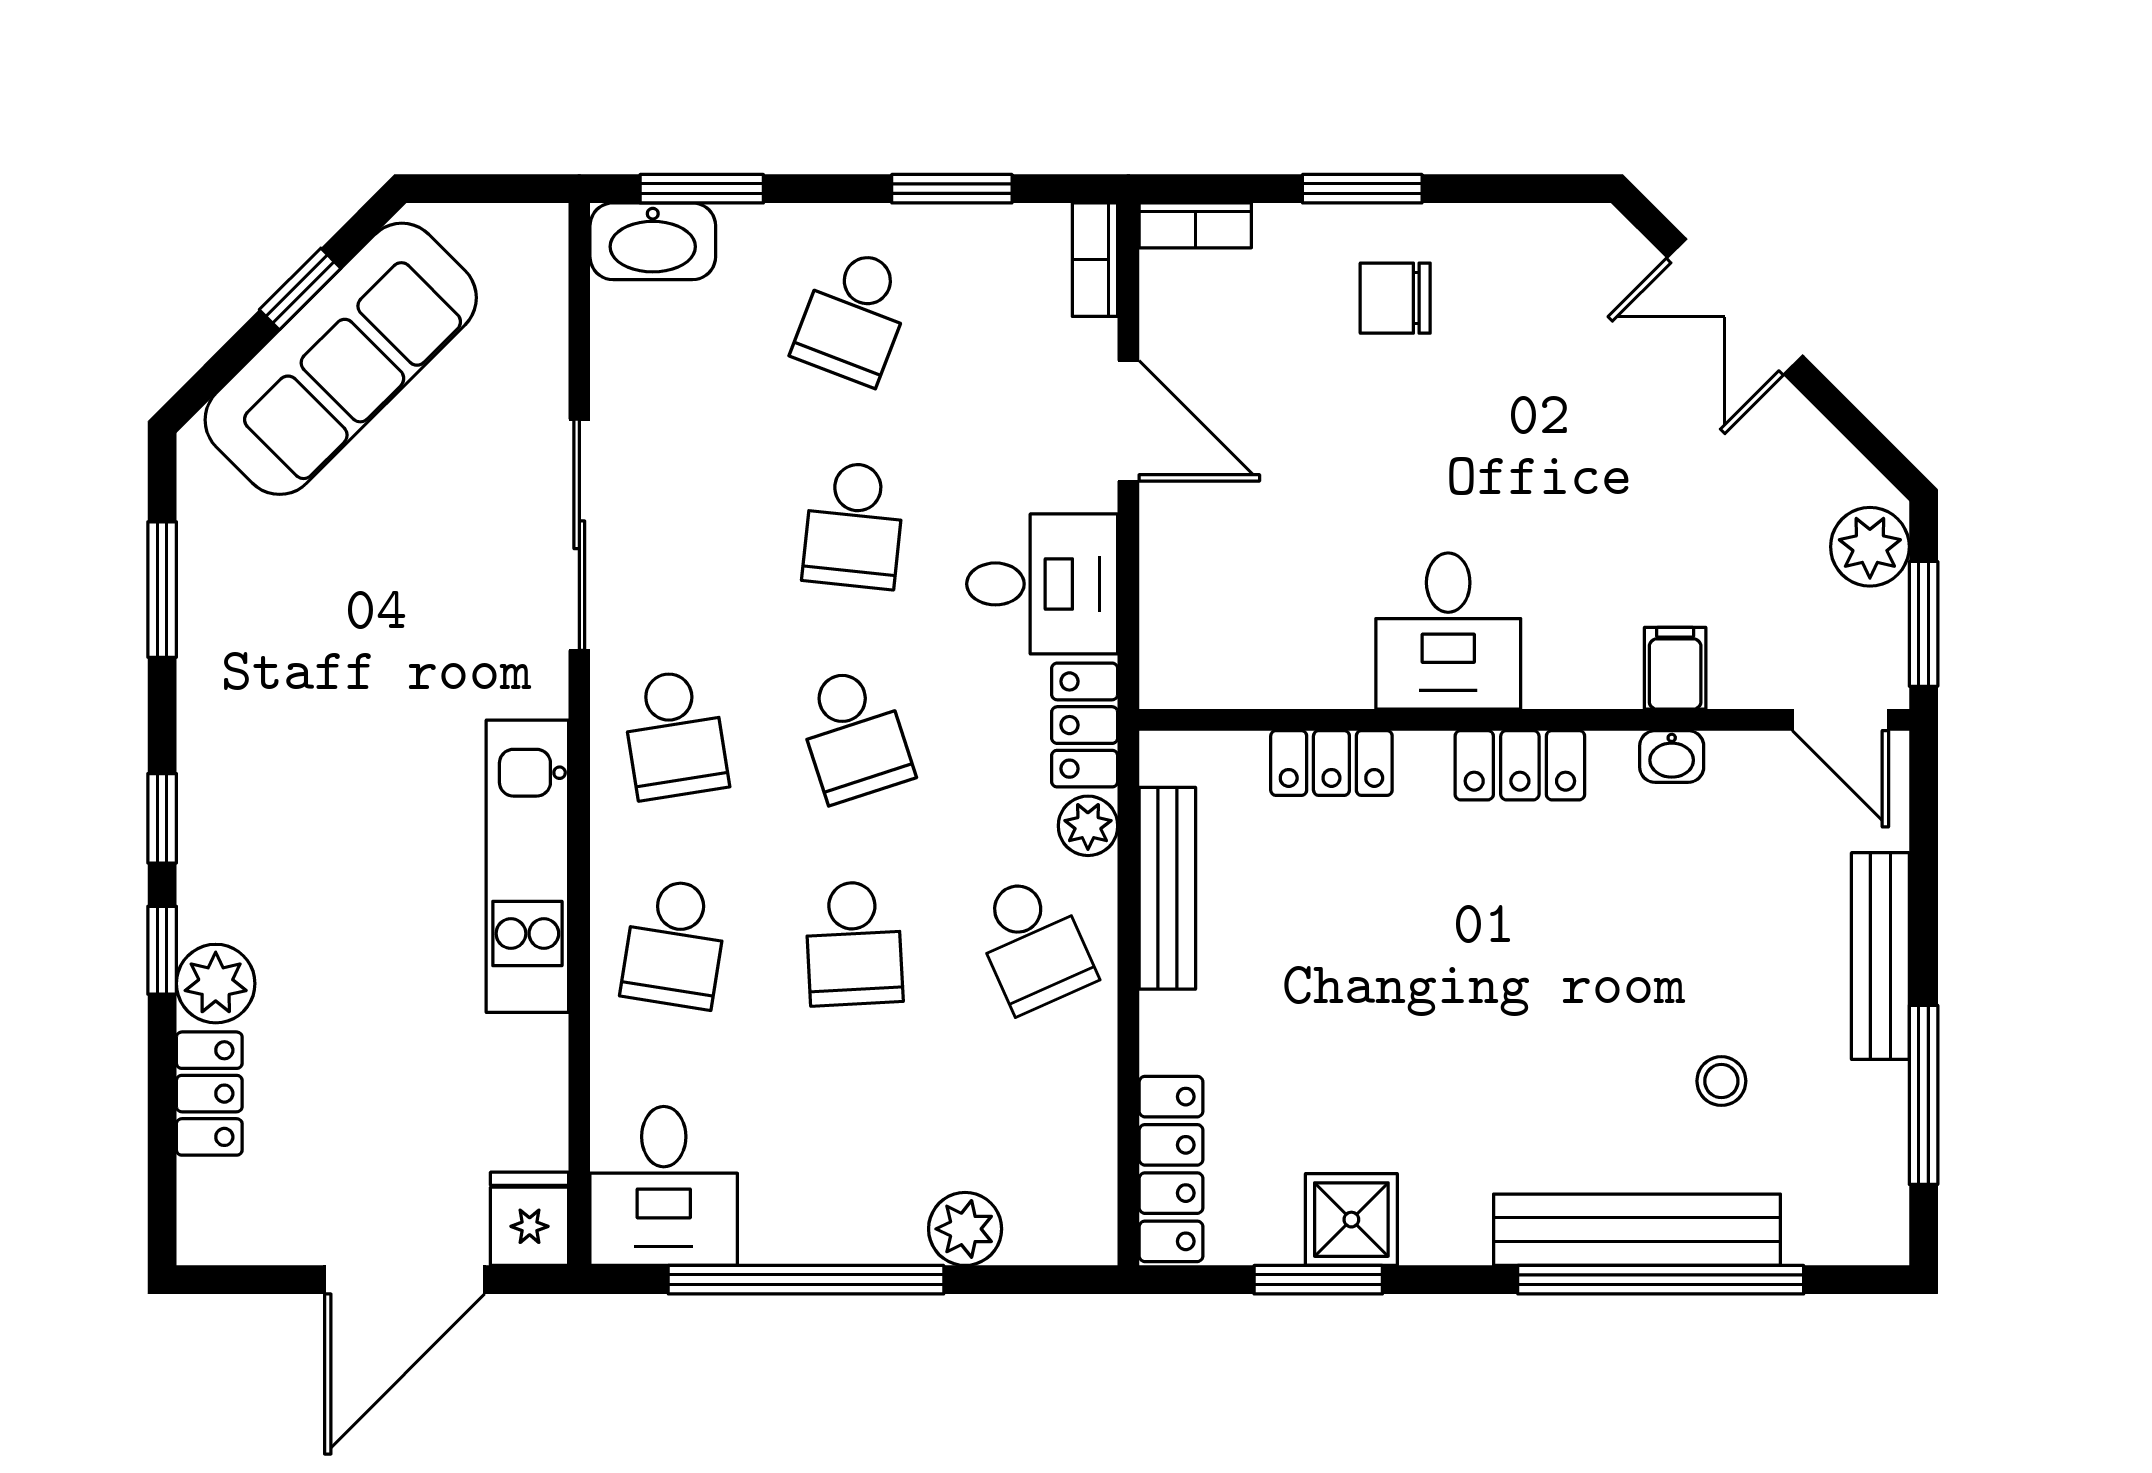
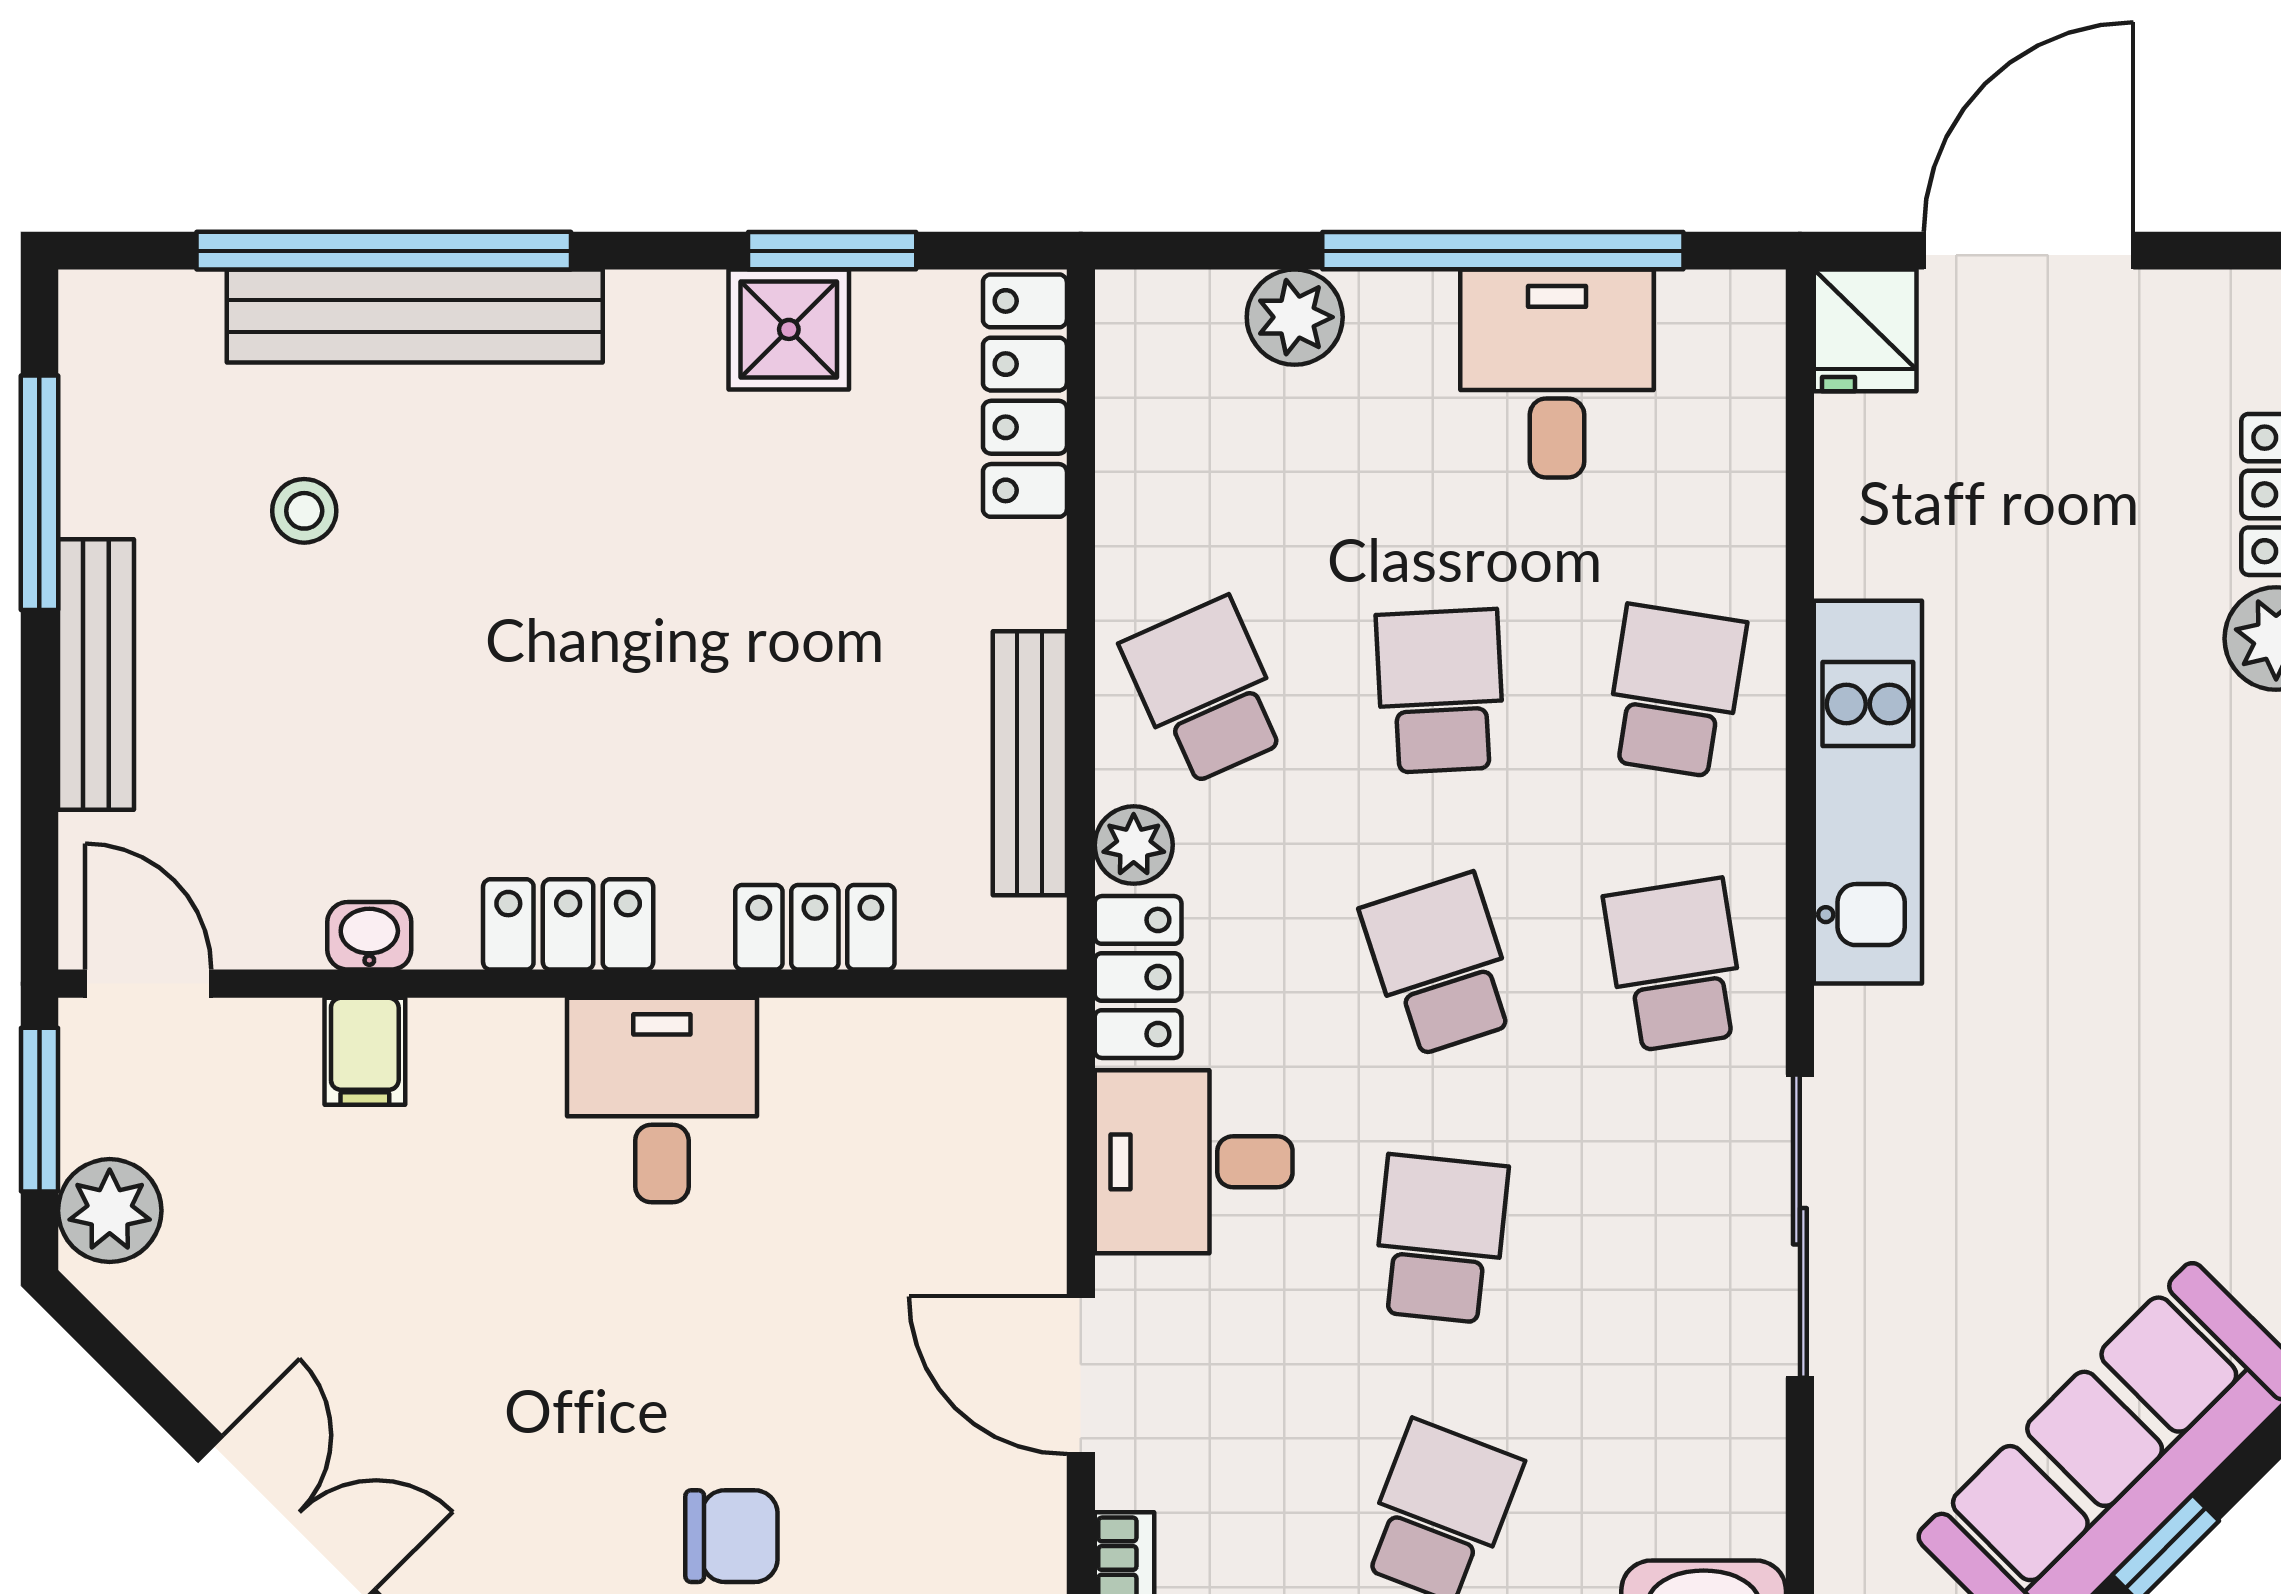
desk: (664, 1186) -> (1557, 373), moved

